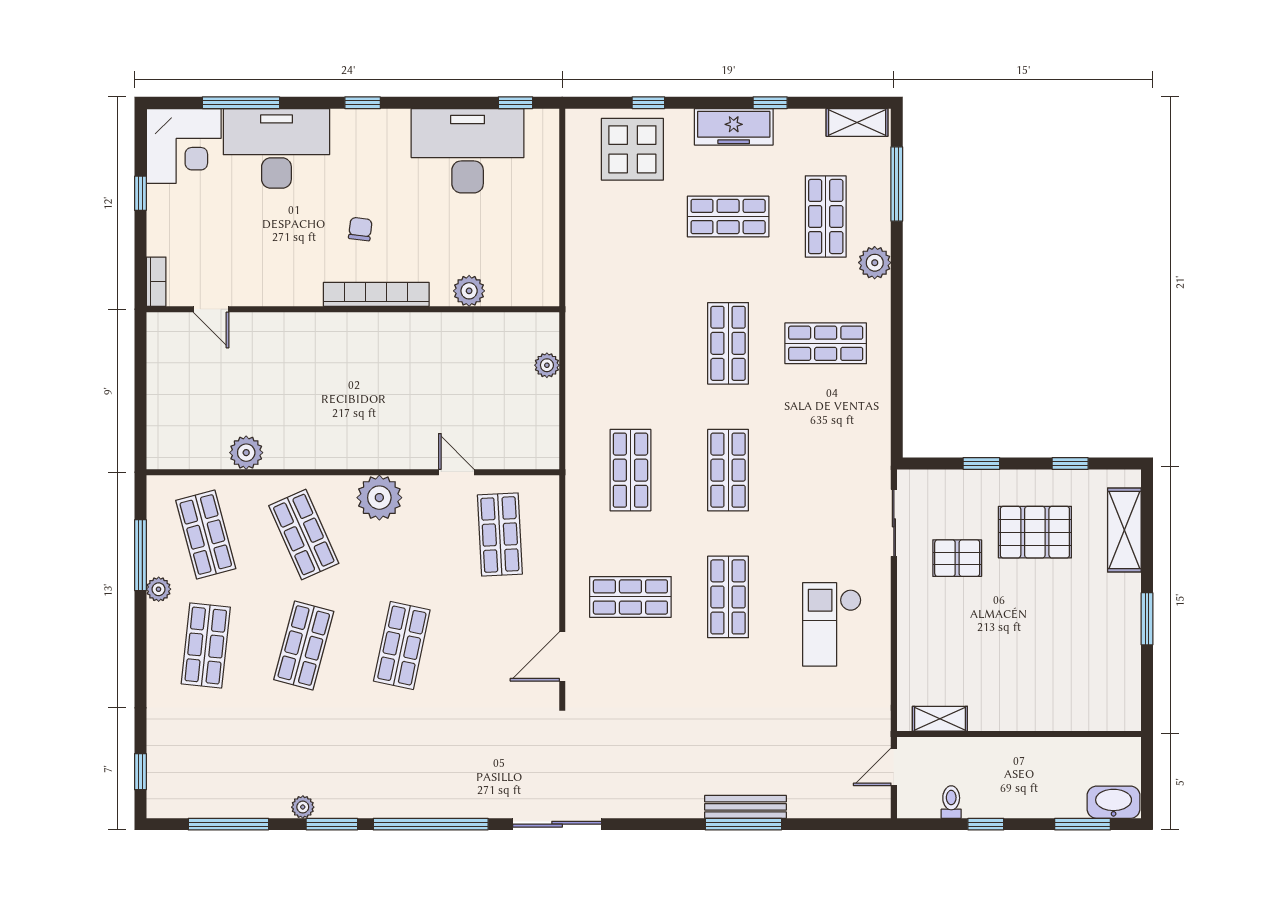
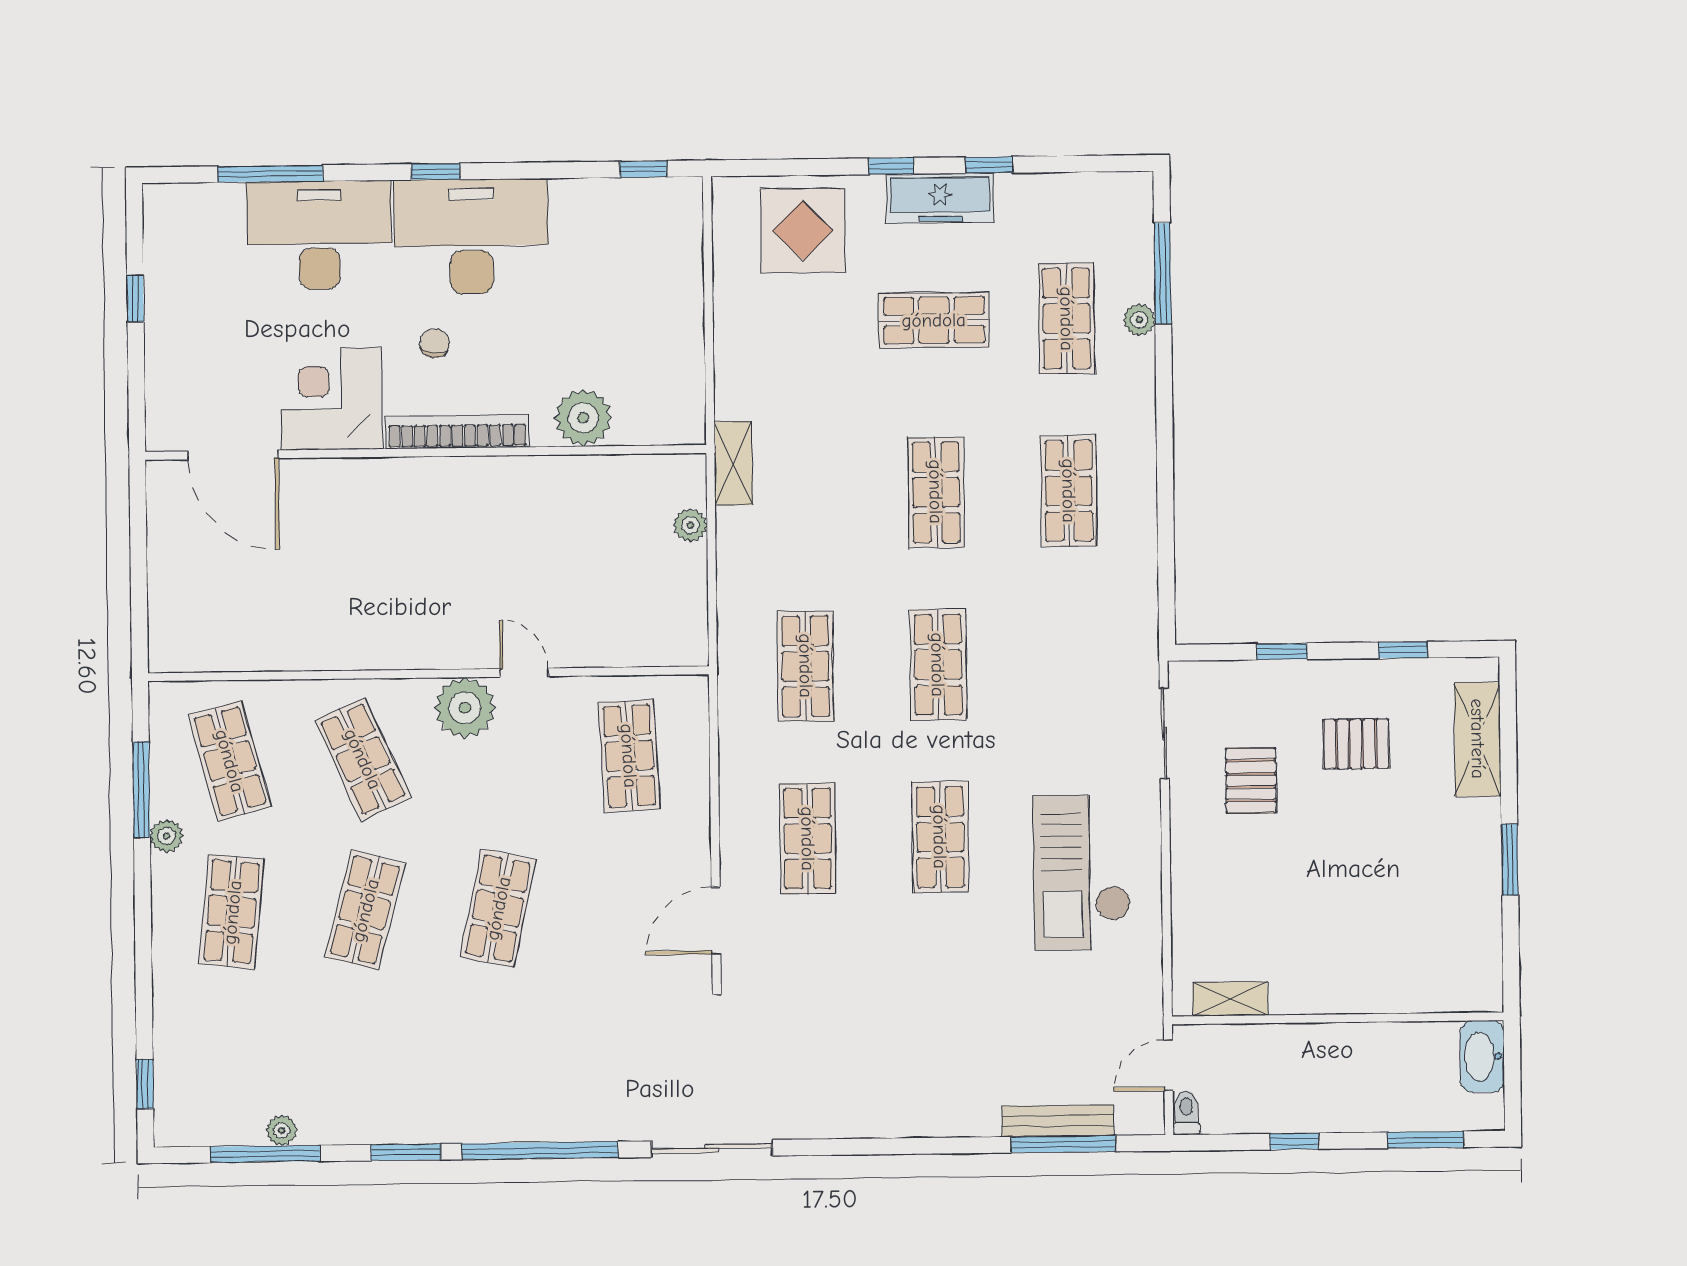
window: (648, 103) -> (891, 166), moved
shelving: (857, 122) -> (733, 463), moved, turned 90
corner desk: (184, 146) -> (331, 399), moved, turned 180
desk: (468, 151) -> (471, 236), moved
plant: (875, 263) -> (1139, 320), moved, width x0.73, depth x0.73
bookcase: (156, 282) -> (158, 418), removed
plant: (469, 291) -> (583, 418), width x1.36, depth x1.36
door: (211, 309) -> (233, 455), width x1.88
shop shelf: (826, 343) -> (1069, 491), turned 90
plant: (246, 453) -> (283, 649), removed
door: (456, 472) -> (524, 673), moved
pallet: (1035, 532) -> (1356, 744), width x0.67, depth x0.71
pallet: (957, 558) -> (1251, 780), turned 90
shop shelf: (630, 597) -> (808, 839), turned 90
checkout: (832, 624) -> (1082, 872), width x1.36, depth x1.21
toilet: (951, 802) -> (1186, 1113), moved
washbasin: (1114, 802) -> (1482, 1056), moved, turned -90
plant: (303, 807) -> (282, 1130), moved
bench: (746, 807) -> (1058, 1121), moved
window: (743, 824) -> (1063, 1144), moved

